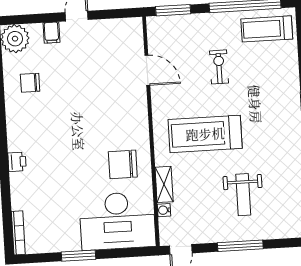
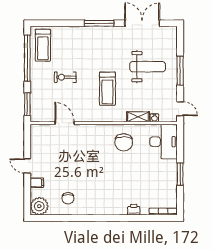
door: (147, 70) -> (65, 123), hinge flipped
treadmill: (205, 134) -> (107, 89), width x0.73, depth x0.73
printer: (17, 162) -> (134, 210), moved
weight bench: (243, 195) -> (148, 67), width x1.36, depth x1.33
desk: (117, 221) -> (164, 142), width x0.73, depth x0.77

